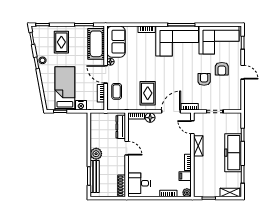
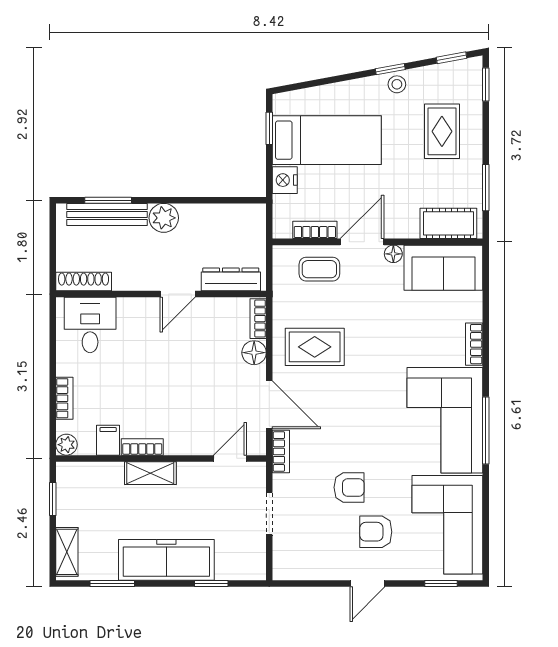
rug: (61, 42) -> (442, 131), turned 90
cot: (96, 44) -> (448, 223), width x0.73, depth x0.75
shelving: (198, 146) -> (150, 473), moved

